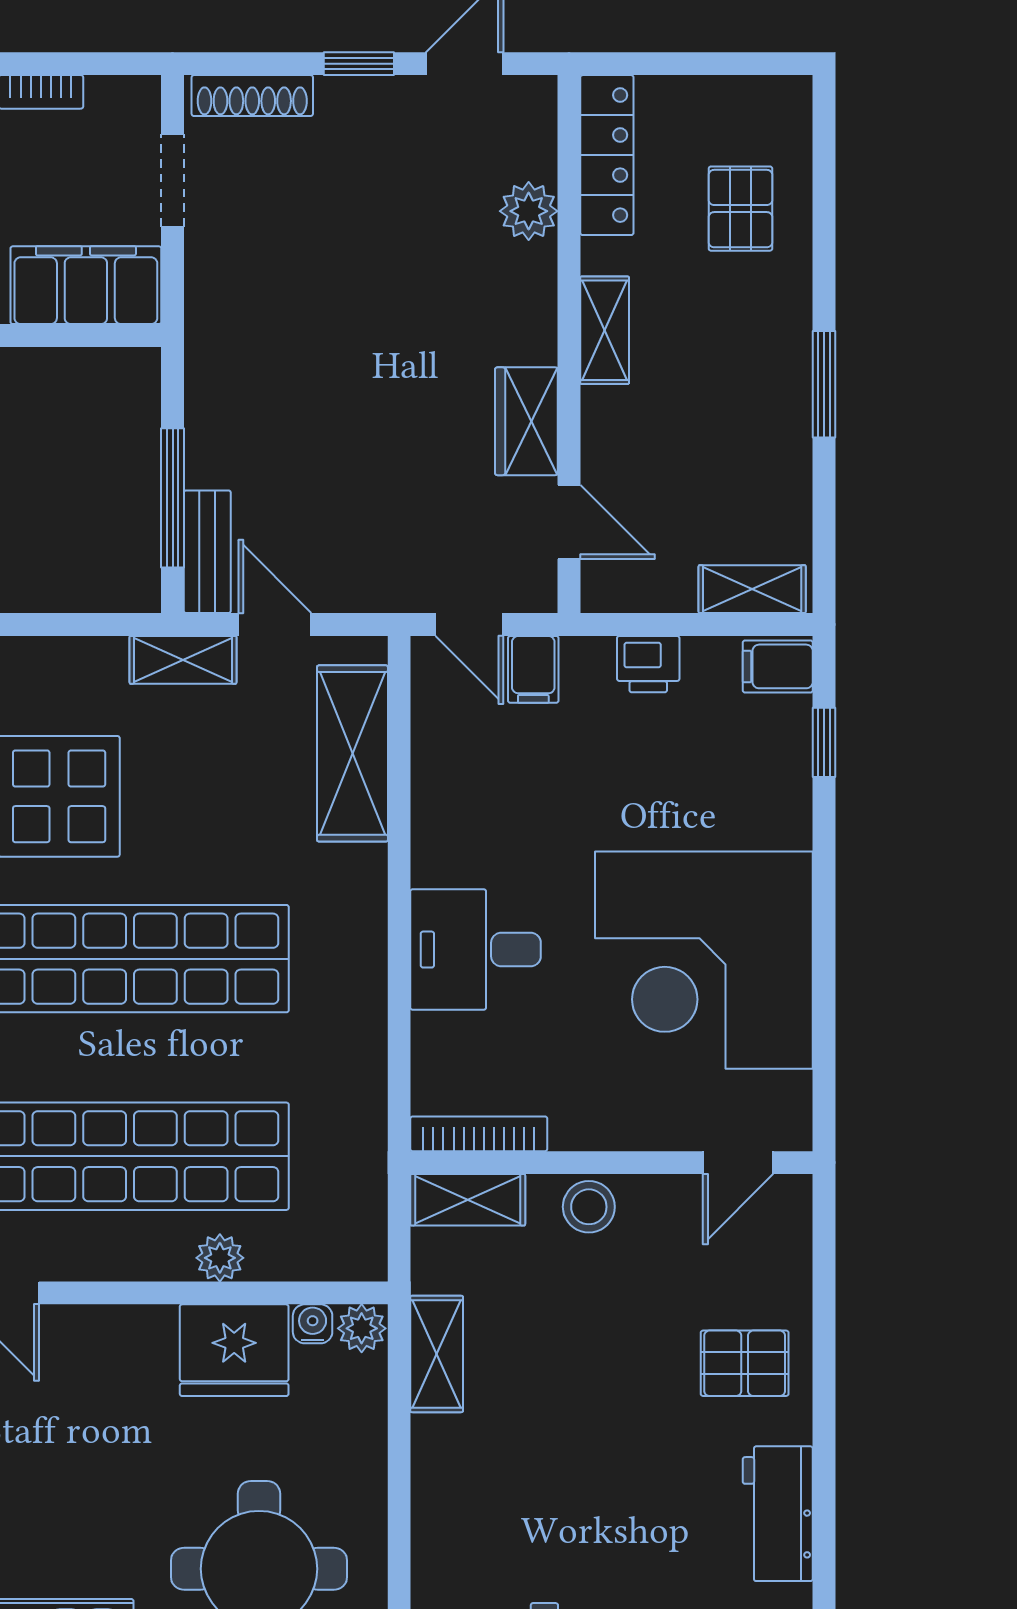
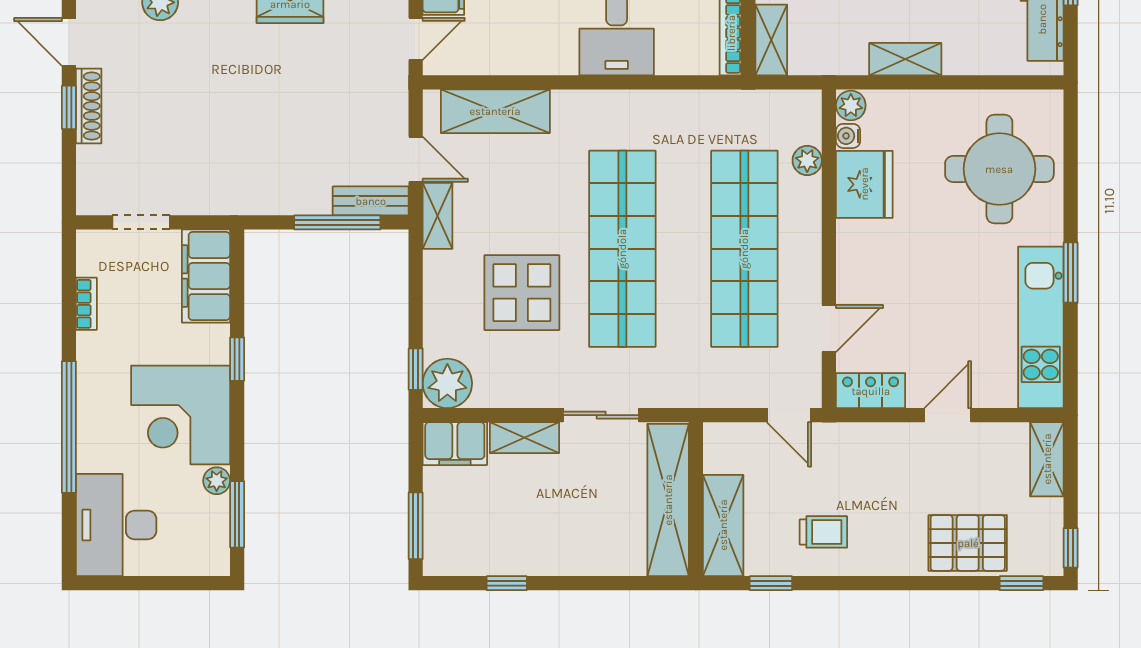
shoe rack: (252, 96) -> (89, 106), moved
door: (275, 624) -> (416, 159), swing flipped
plant: (220, 1258) -> (807, 160), moved
shelving: (437, 1354) -> (905, 59), moved

